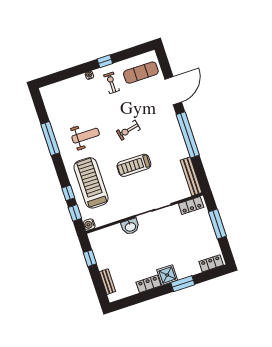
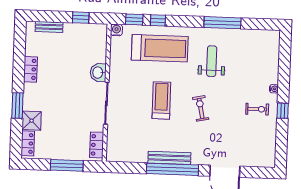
exercise mat: (141, 73) -> (257, 144), removed
weight bench: (86, 136) -> (212, 61), turned 180
bench: (191, 176) -> (169, 158), moved
shower: (167, 275) -> (32, 121), moved

